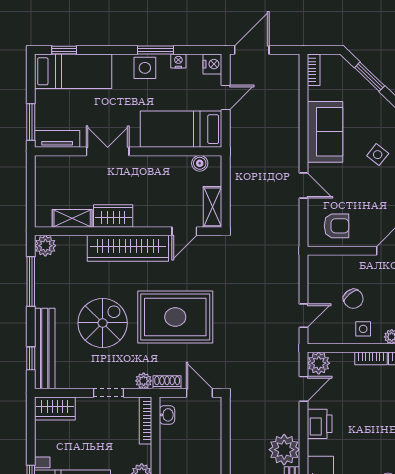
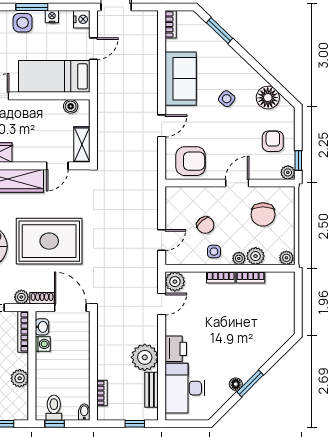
door: (304, 185) -> (162, 126), hinge flipped
armchair: (336, 226) -> (191, 161), width x1.38, depth x1.38
door: (199, 393) -> (70, 308), width x1.38
printer: (320, 424) -> (176, 349), moved
washing machine: (168, 434) -> (43, 344), added

